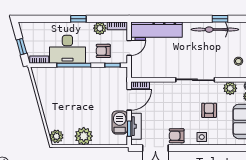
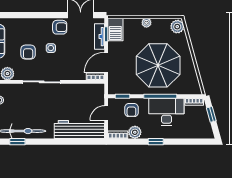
armchair: (103, 51) -> (131, 110), turned 90
parasol: (76, 97) -> (158, 65), added
barbecue: (120, 123) -> (115, 29), moved
plant: (84, 136) -> (146, 23), width x0.53, depth x0.53
side table: (202, 137) -> (51, 48), moved

